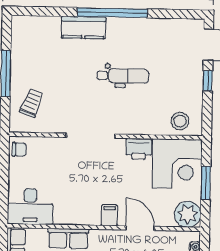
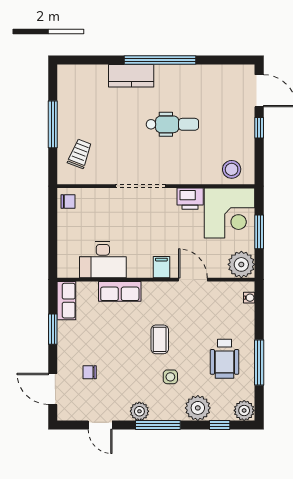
desk: (30, 207) -> (103, 260), moved

